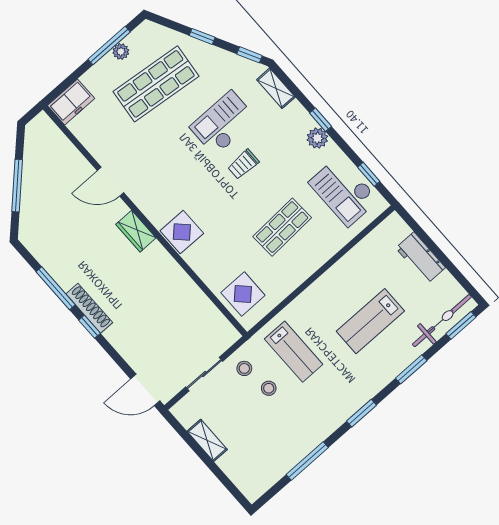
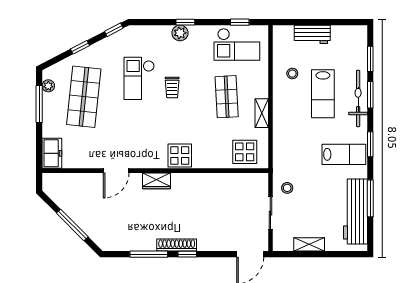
plant: (121, 52) -> (48, 86), moved
shelving: (276, 88) -> (262, 113), moved, turned 90
plant: (317, 138) -> (180, 33), moved
bicycle: (442, 321) -> (358, 98), moved
window: (461, 325) -> (370, 59), moved
lab bench: (294, 352) -> (344, 154), moved
stool: (269, 388) -> (292, 74), moved
workbench: (281, 458) -> (355, 212), added

